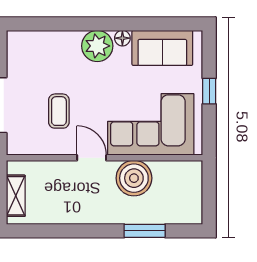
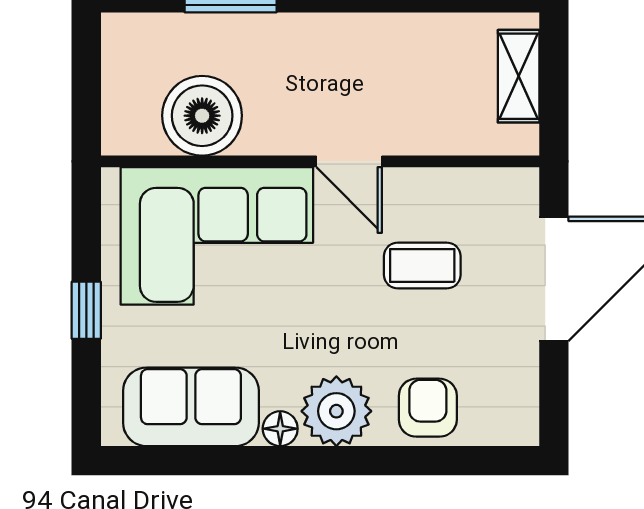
armchair: (56, 47) -> (428, 408), added
coffee table: (59, 111) -> (422, 266), turned 90
boiler: (134, 178) -> (202, 116), moved

